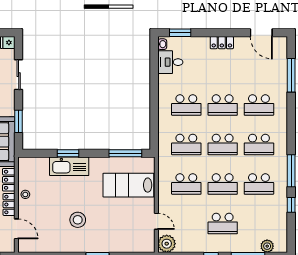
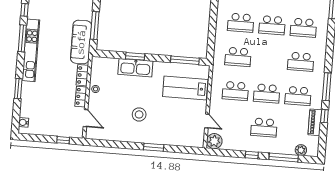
window: (19, 121) -> (95, 25), width x1.44
school desk: (223, 145) -> (269, 59), removed
piano: (281, 213) -> (315, 122), added

